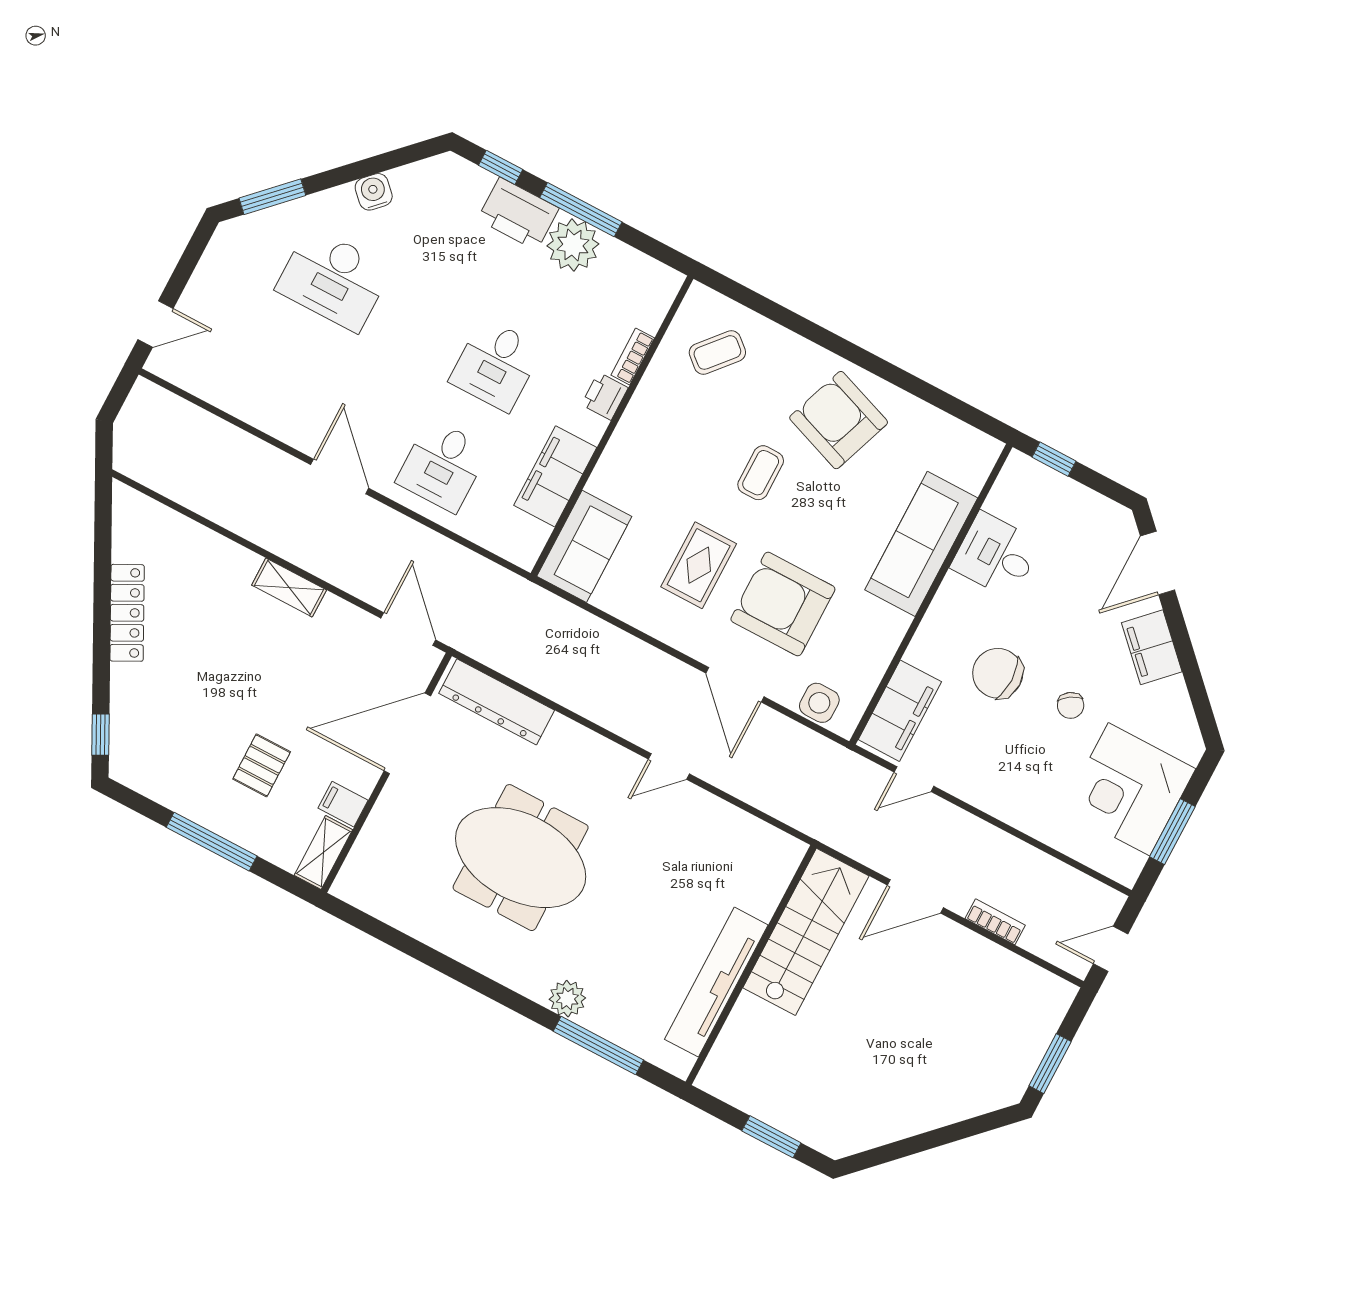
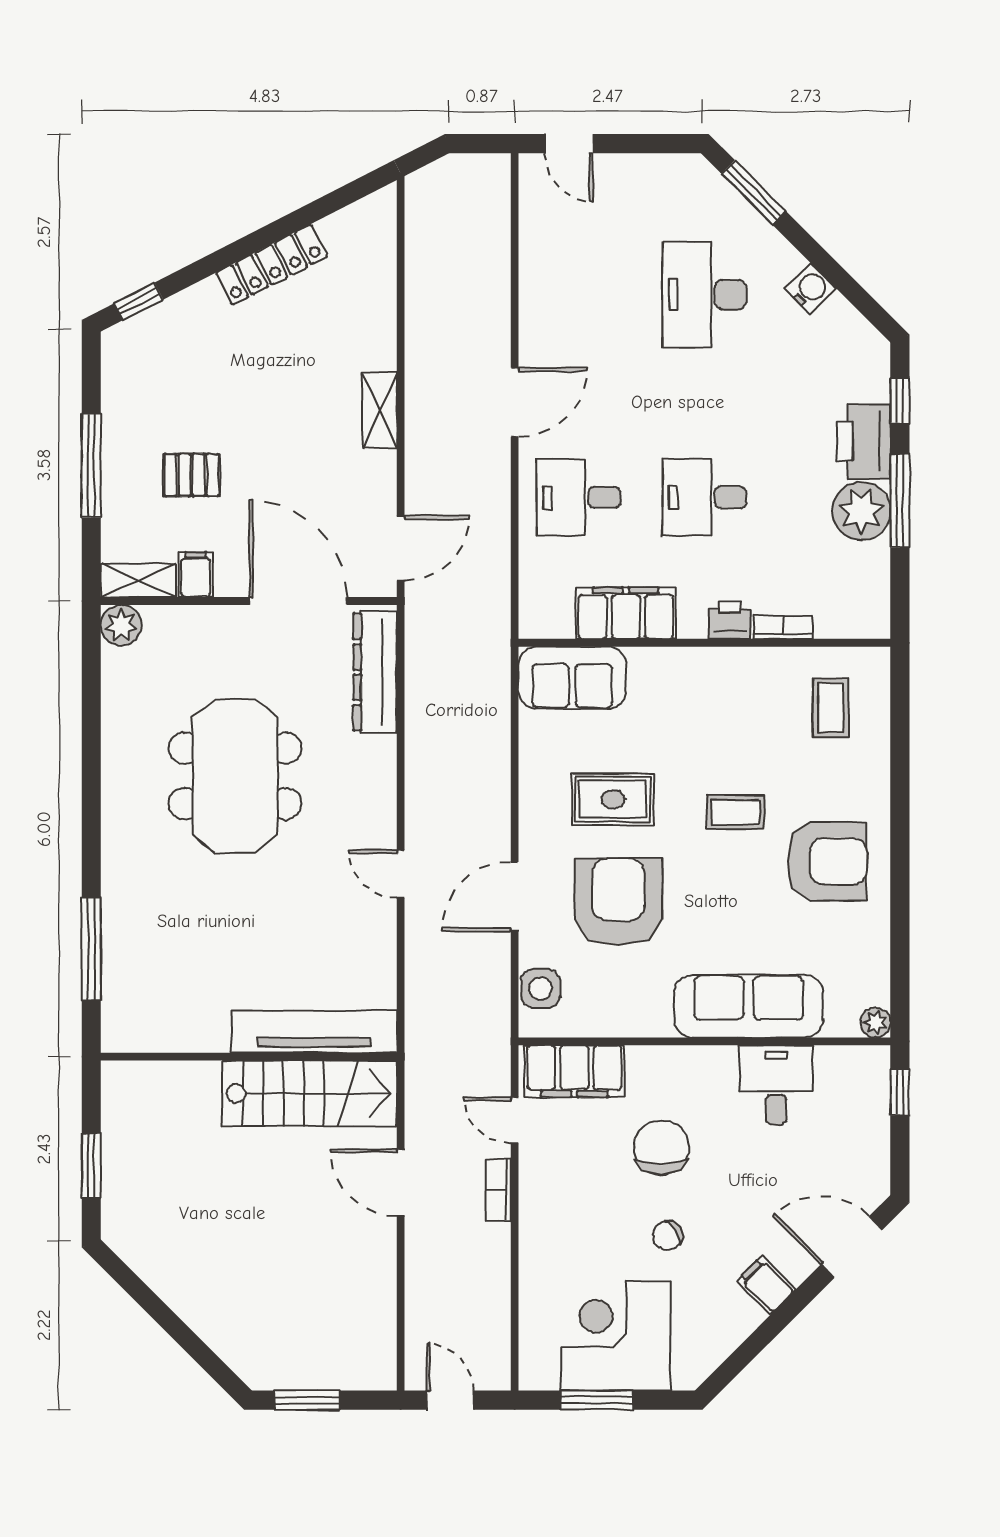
coffee table: (717, 352) -> (831, 708), turned 49
armchair: (839, 420) -> (827, 861), turned 70
plant: (988, 449) -> (876, 1023), added
filing cabinet: (1152, 647) -> (766, 1285), width x0.50
bookcase: (995, 922) -> (498, 1190), moved, turned 180
tv unit: (716, 982) -> (314, 1032), moved
plant: (567, 999) -> (121, 625), moved

